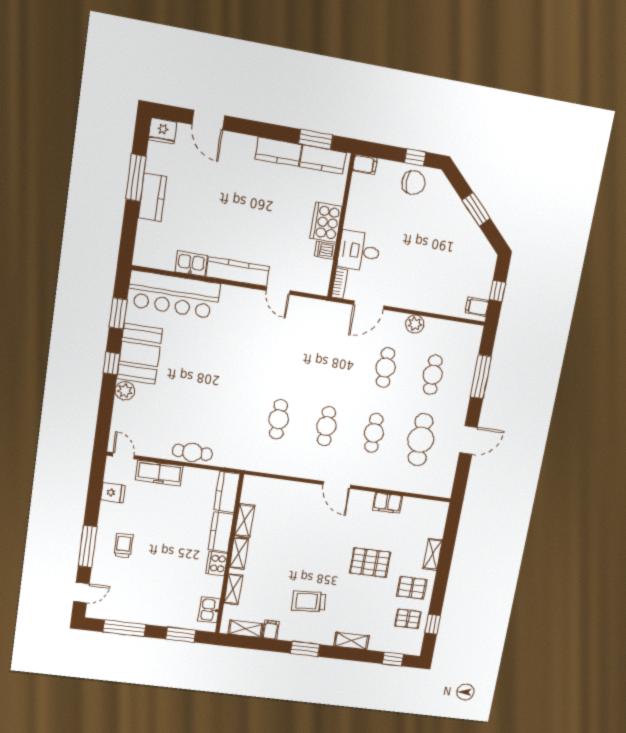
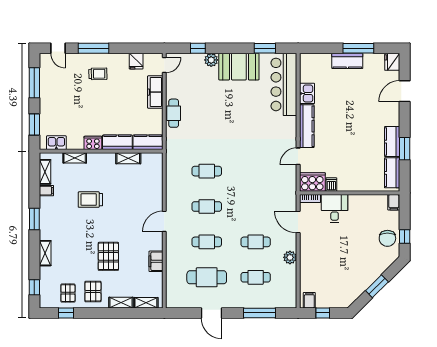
window: (316, 139) -> (405, 149), moved
cooker: (326, 222) -> (312, 182), moved
window: (112, 363) -> (198, 48), moved
shelving: (239, 553) -> (146, 303), moved
trolley: (309, 601) -> (90, 200), moved, turned -87

